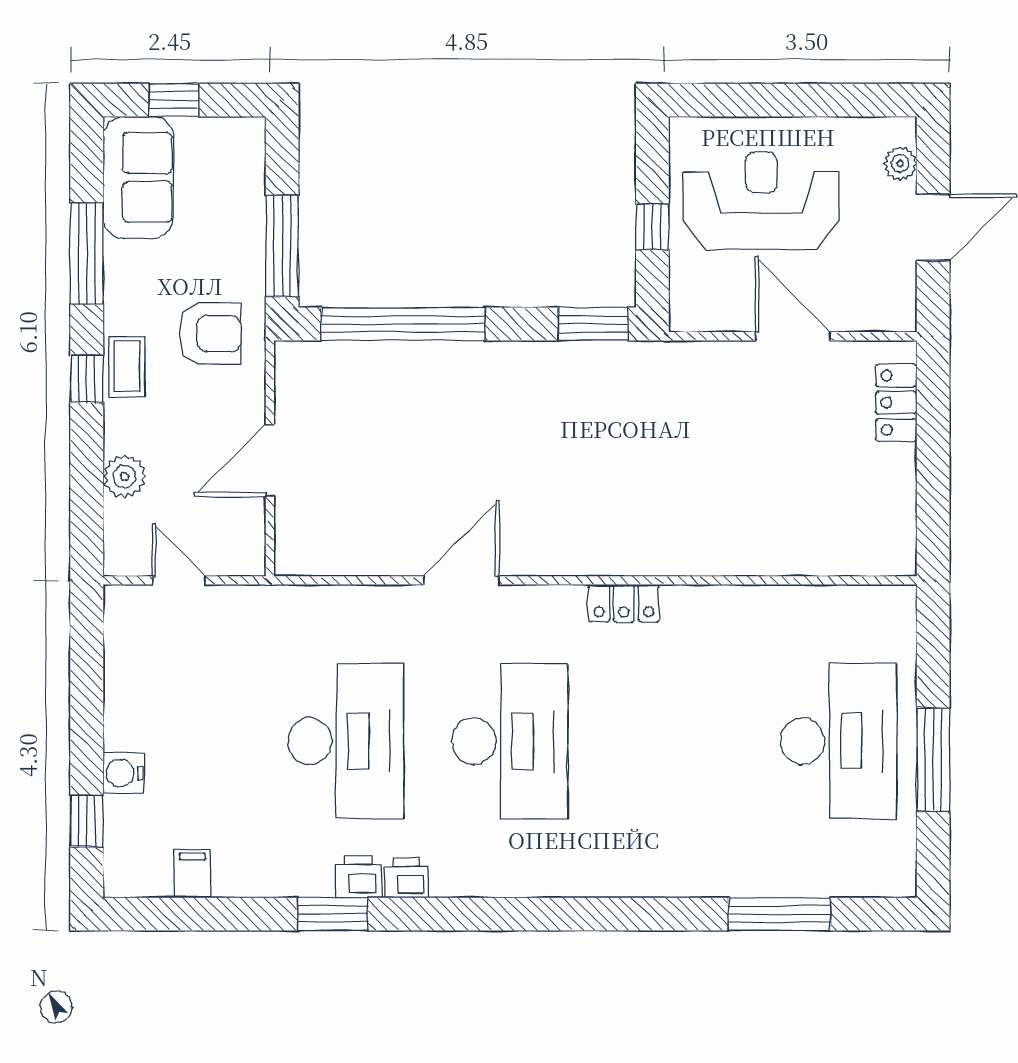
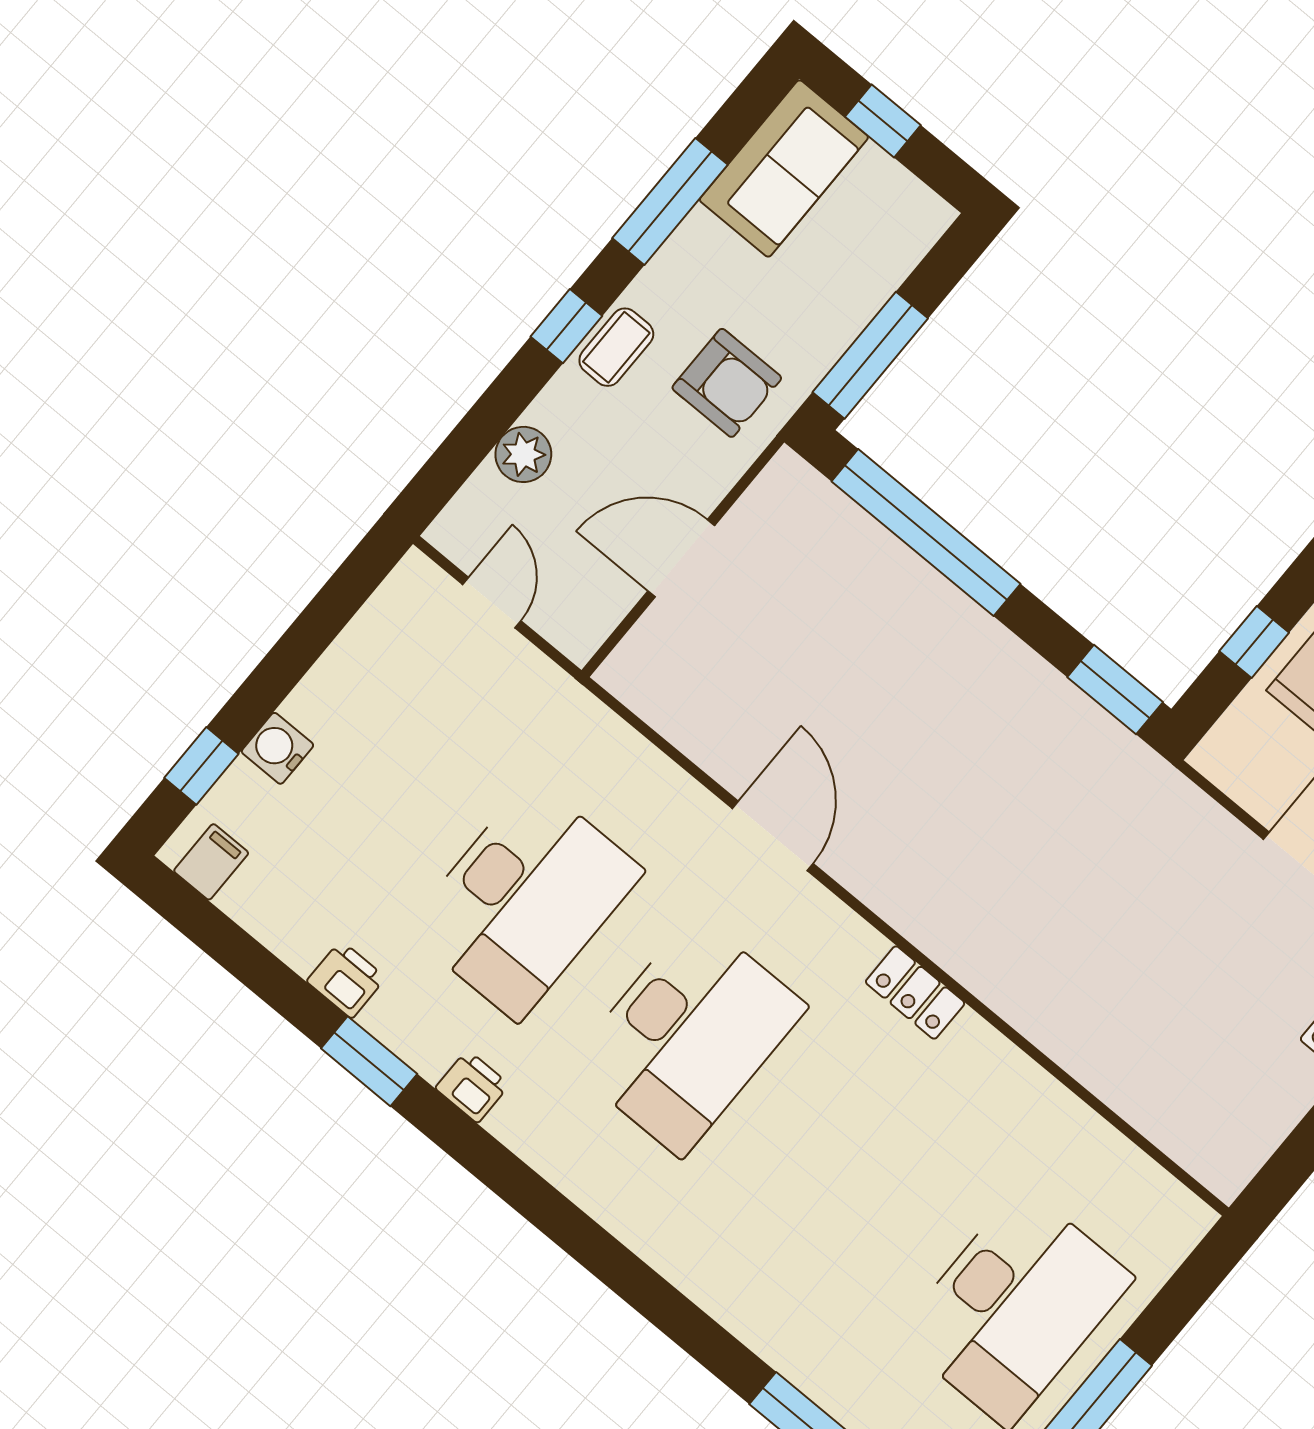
door: (462, 580) -> (773, 836), hinge flipped
filing cabinet: (192, 873) -> (211, 862), moved
printer: (358, 877) -> (346, 980), moved

